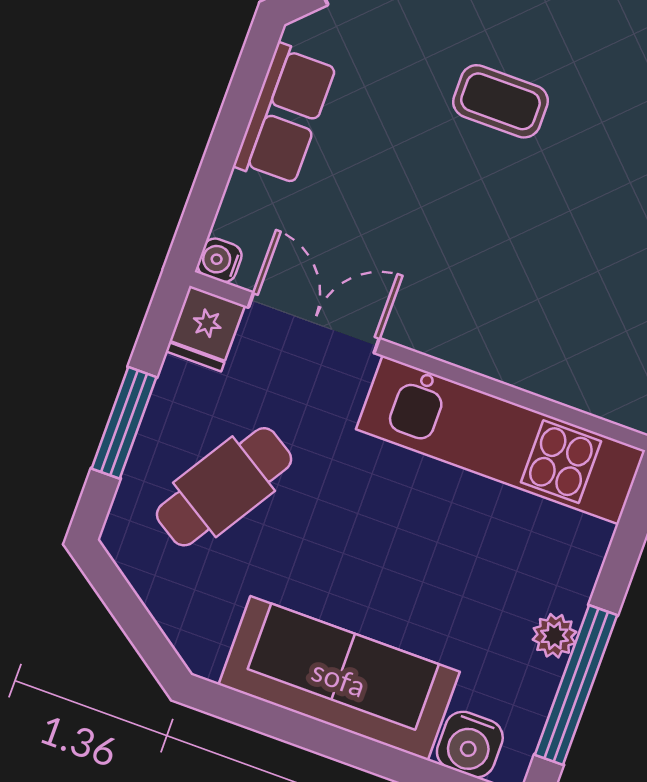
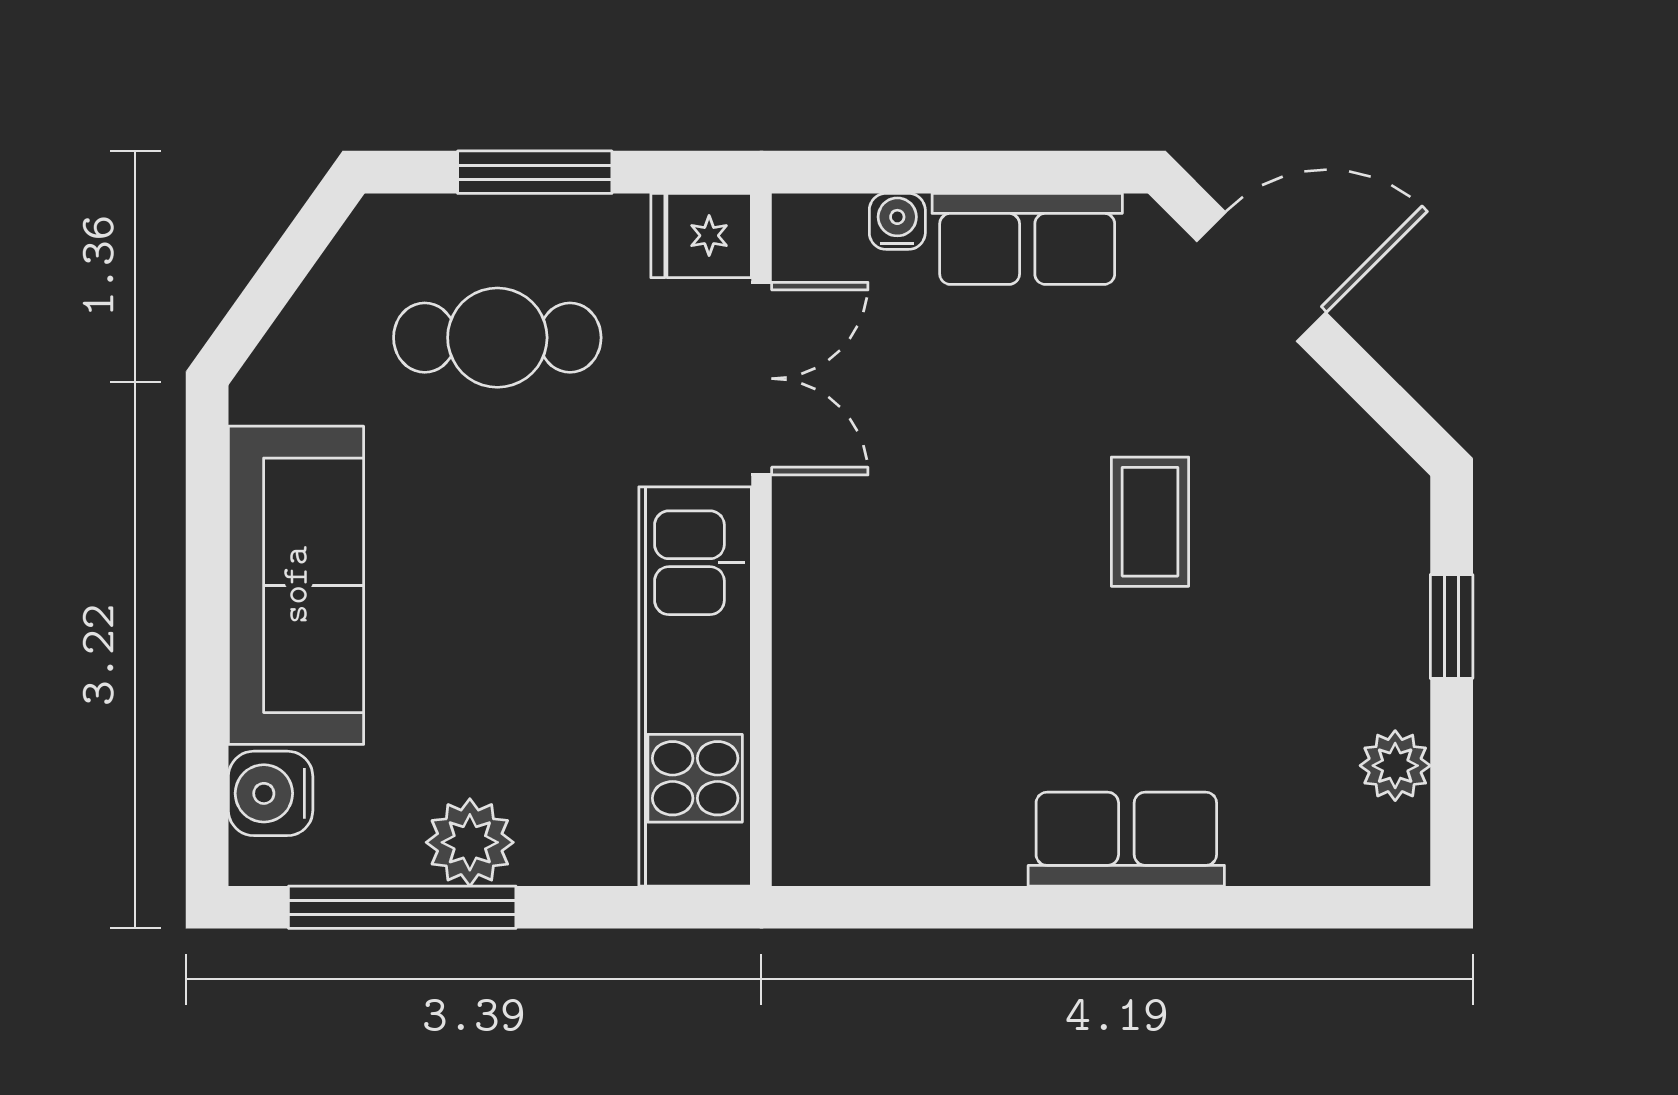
water cooler: (220, 260) -> (897, 221), moved
cafe table: (224, 487) -> (497, 338), turned -32
plant: (554, 636) -> (470, 842), width x1.38, depth x1.38

